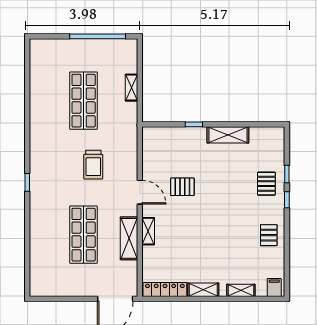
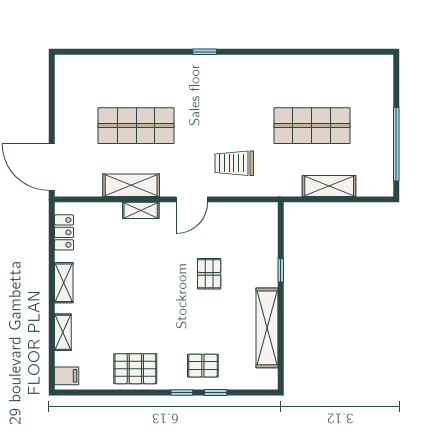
shelving: (132, 88) -> (329, 186), width x1.50, depth x1.33
shelving: (228, 135) -> (267, 328), width x1.47
trolley: (93, 165) -> (234, 163), moved
pallet: (182, 187) -> (209, 274), moved
pallet: (269, 235) -> (135, 369), width x1.50, depth x1.42
locker: (165, 289) -> (64, 232), width x0.66

